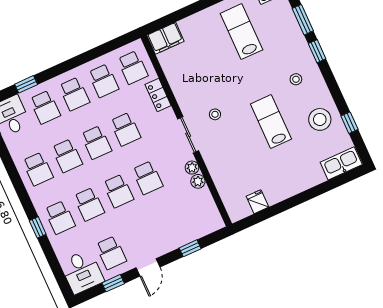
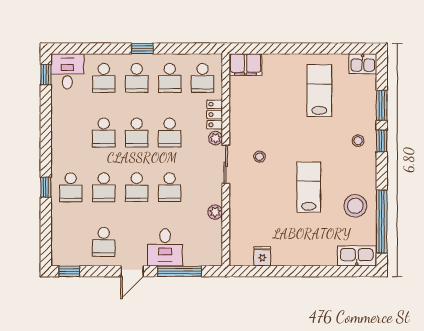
stool: (296, 79) -> (358, 141), moved
window: (26, 84) -> (142, 49), moved
window: (350, 123) -> (382, 221), width x3.17
plant: (192, 168) -> (216, 138), moved
school desk: (38, 169) -> (71, 133), removed
window: (190, 248) -> (179, 271), width x2.17
desk: (82, 272) -> (165, 247), moved
window: (113, 283) -> (69, 271), moved

